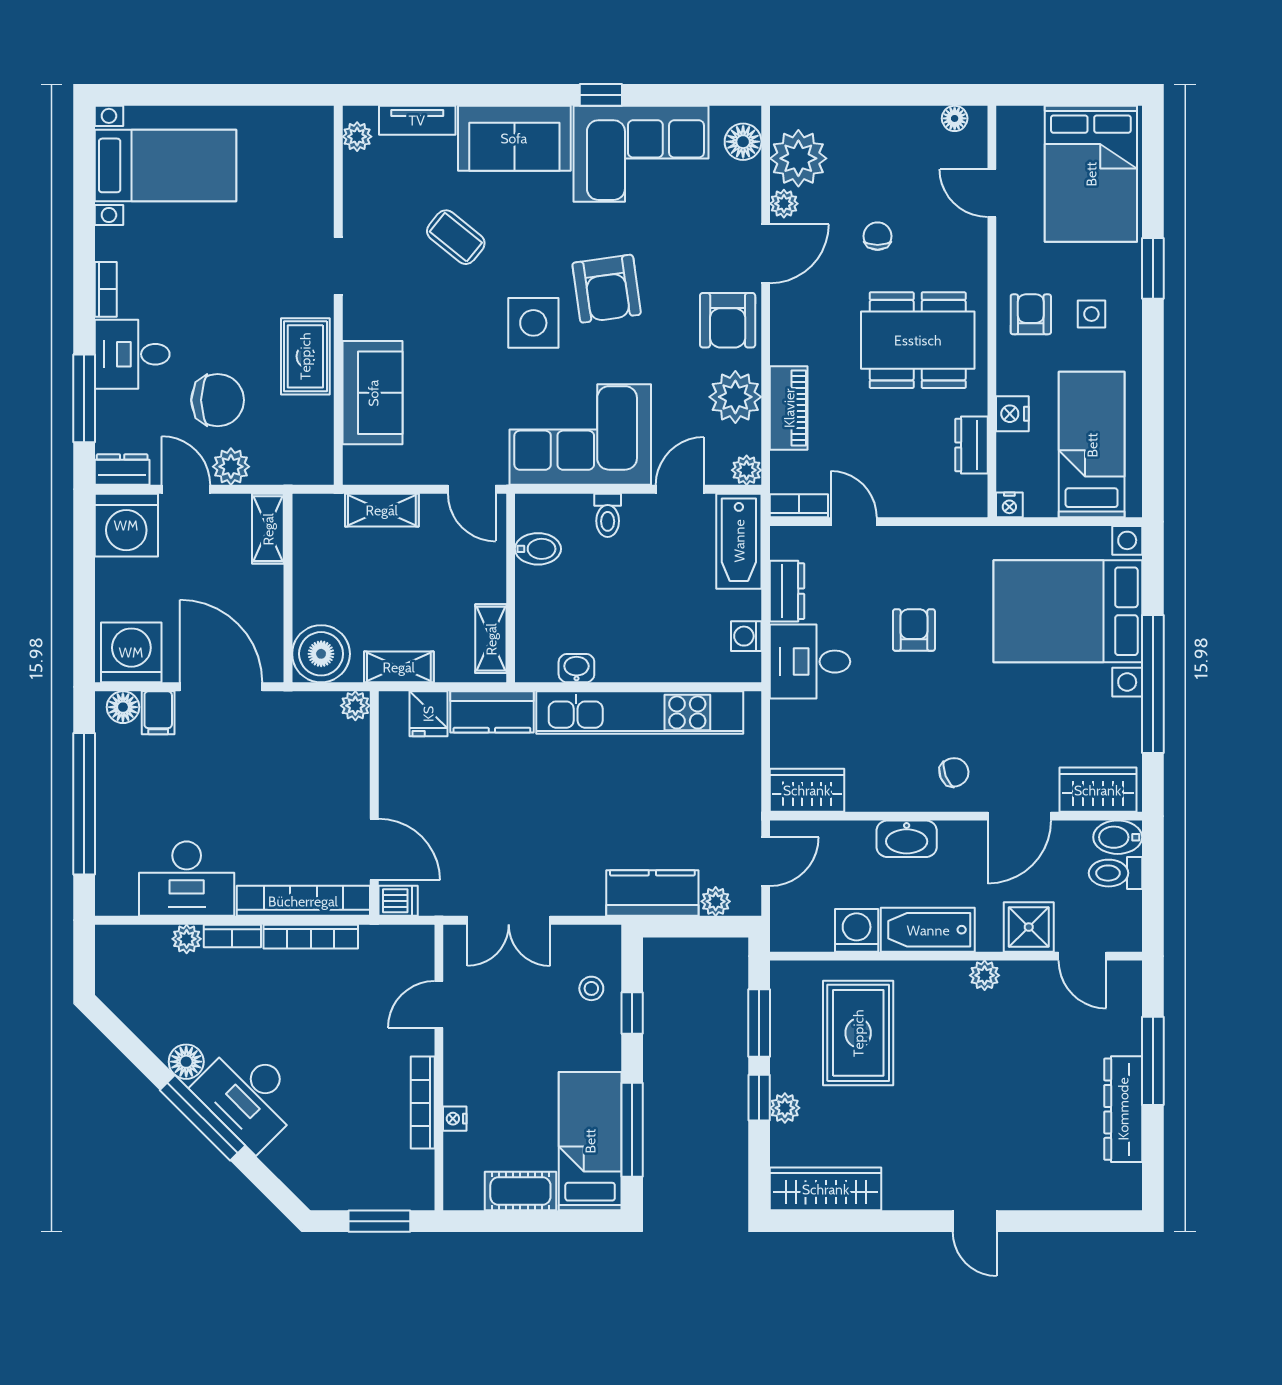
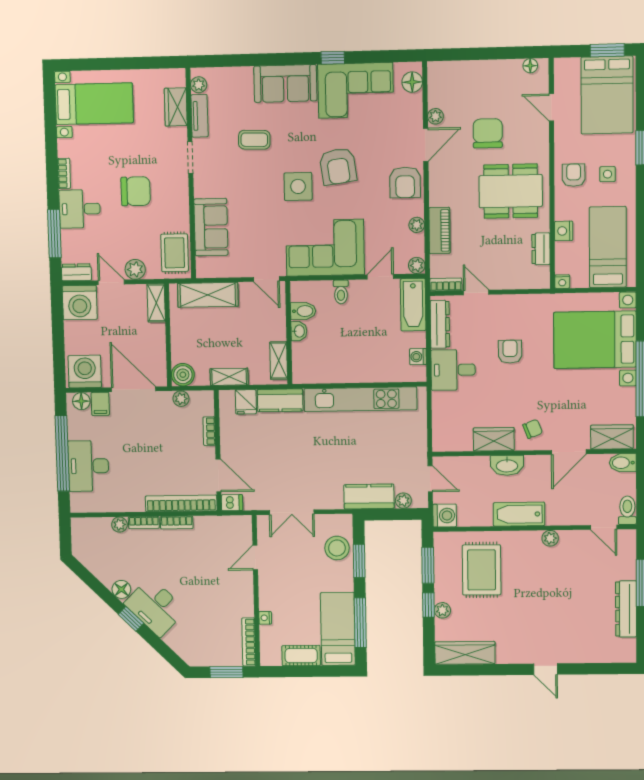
window: (1091, 95) -> (607, 50), added
tv unit: (417, 120) -> (200, 116), moved, turned -90
plant: (798, 158) -> (443, 91), removed
wardrobe: (314, 175) -> (176, 107), added
chair: (878, 236) -> (488, 133), width x1.87, depth x1.87
coffee table: (456, 237) -> (254, 140), turned -37
rug: (305, 356) -> (175, 253), moved
plant: (735, 397) -> (417, 225), width x0.53, depth x0.53
chair: (218, 400) -> (136, 191), moved
shelving: (382, 510) -> (208, 295), width x1.50, depth x1.33
dresser: (787, 591) -> (440, 324), width x1.44
boiler: (321, 654) -> (183, 375), width x0.73, depth x0.73
washbasin: (576, 668) -> (299, 331), moved, turned 90
plant: (355, 706) -> (181, 399), moved
bookcase: (359, 767) -> (209, 431), added
wardrobe: (807, 790) -> (494, 439), moved
door: (766, 862) -> (430, 479), hinge flipped
toilet: (1115, 873) -> (627, 510), moved, turned 90
desk: (187, 879) -> (88, 466), moved, turned 90
shower: (1029, 927) -> (574, 512), removed
washing machine: (857, 930) -> (445, 516), moved, turned 90
bookcase: (311, 937) -> (177, 522), width x0.64
stool: (591, 988) -> (337, 548), width x1.89, depth x1.89
window: (632, 1013) -> (359, 561), width x1.50
bookcase: (423, 1103) -> (249, 642), moved
window: (203, 1118) -> (131, 619), width x0.46

